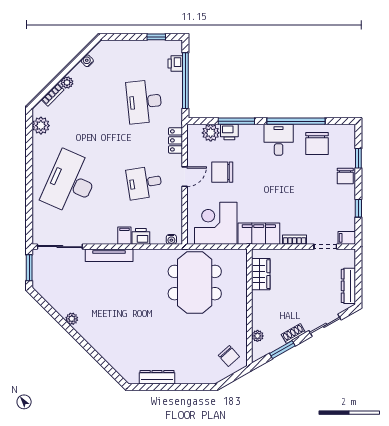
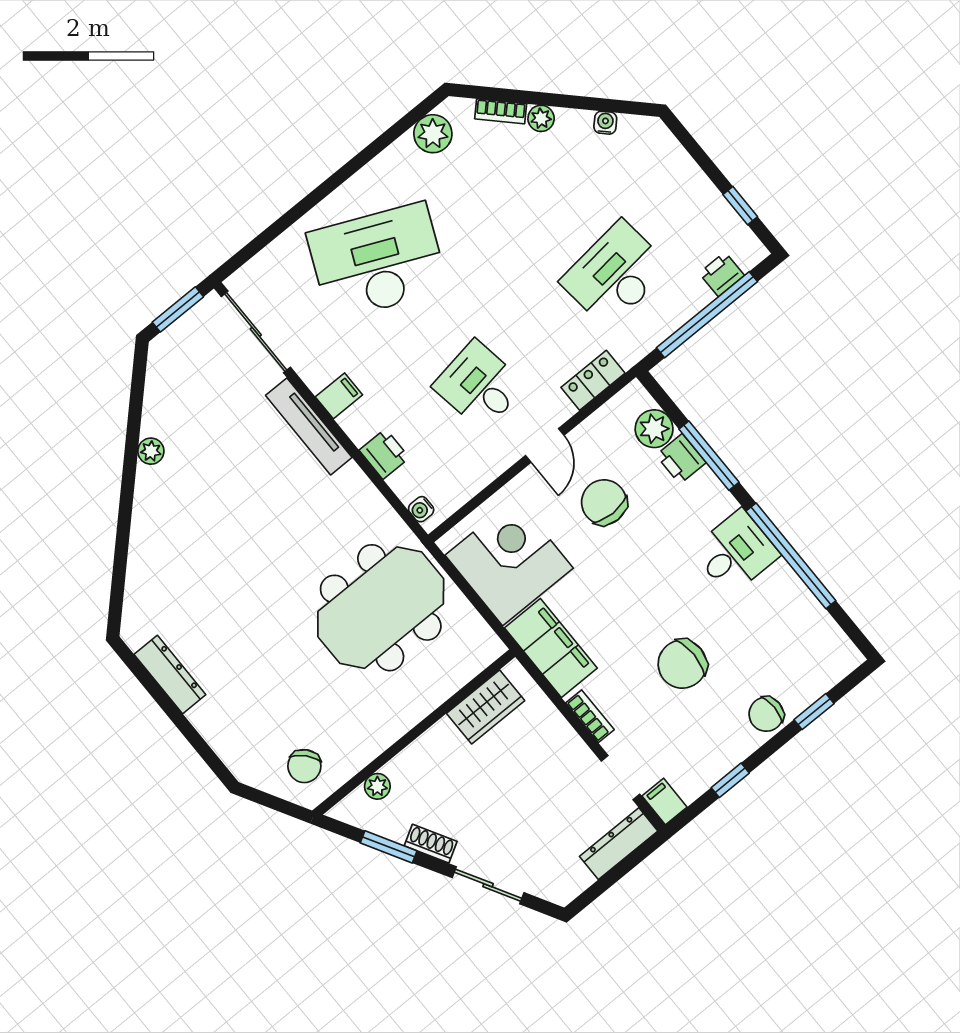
chair: (317, 144) -> (682, 664), moved
door: (185, 177) -> (545, 445), hinge flipped
filing cabinet: (124, 236) -> (339, 396), moved
dresser: (348, 286) -> (619, 844), moved

